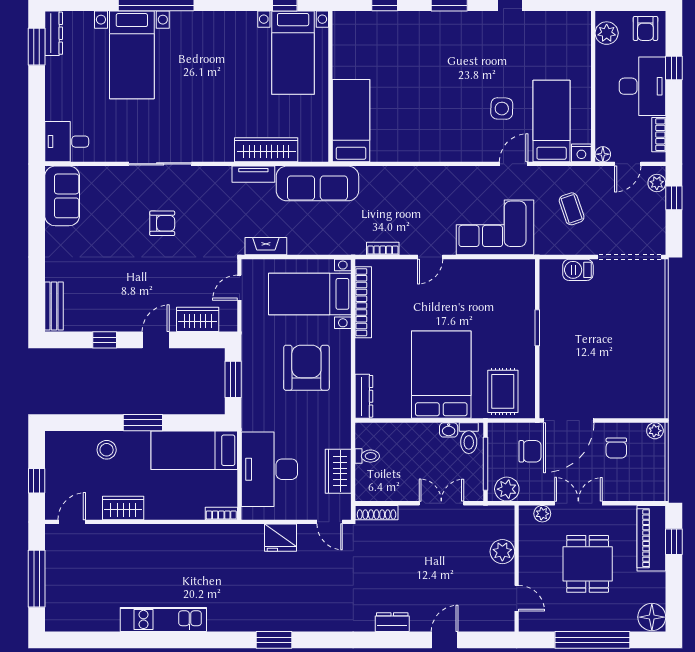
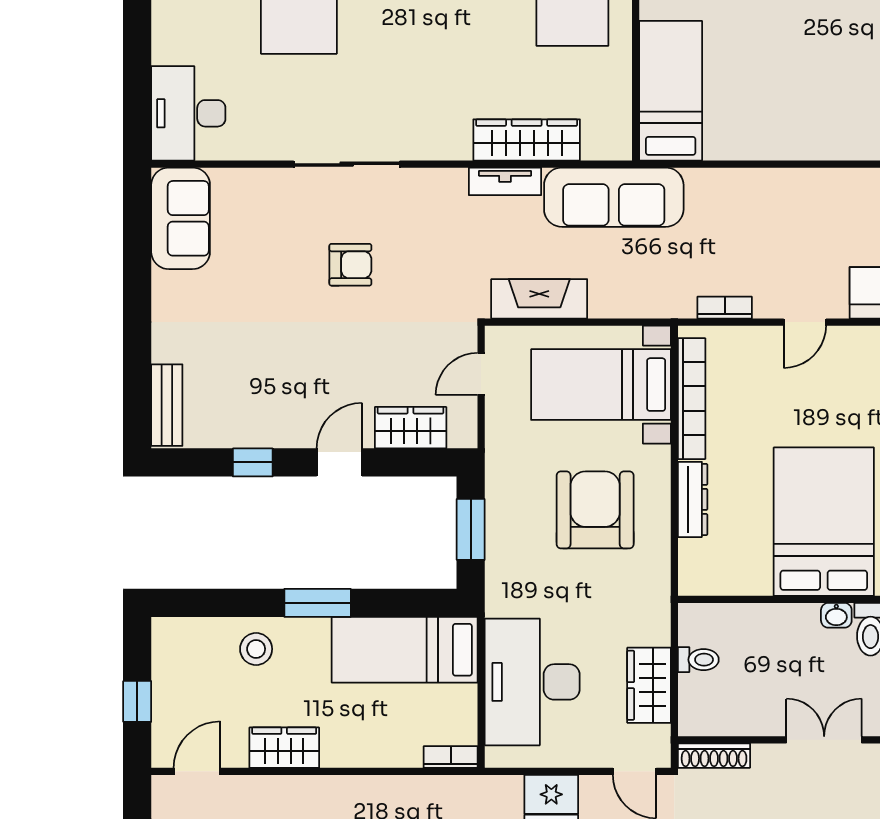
desk: (67, 142) -> (188, 113), width x1.37
fireplace: (266, 246) -> (539, 299), width x1.37, depth x1.32
dresser: (364, 396) -> (693, 499), moved

